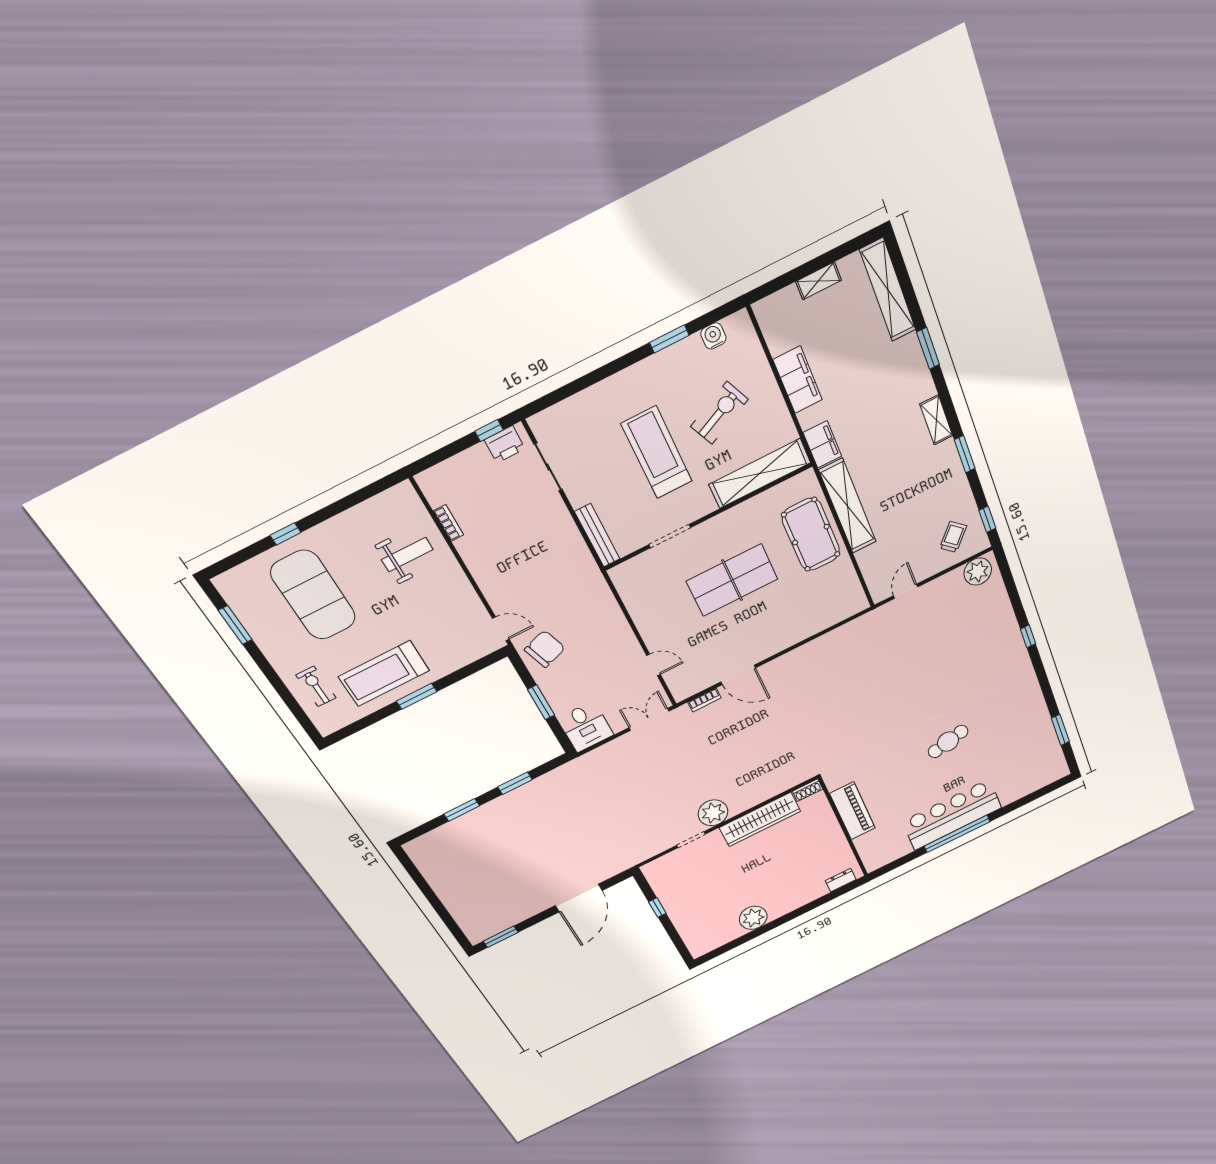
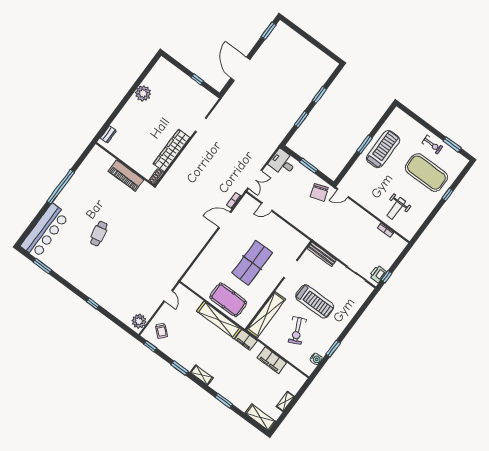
shelving: (888, 290) -> (260, 417), width x0.68
exercise bike: (316, 686) -> (432, 145), moved
plant: (713, 813) -> (198, 144), removed
bar counter: (952, 815) -> (45, 231), moved

